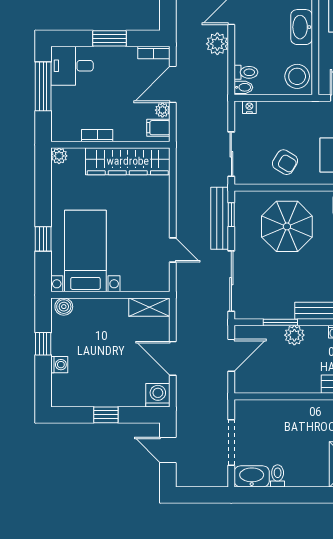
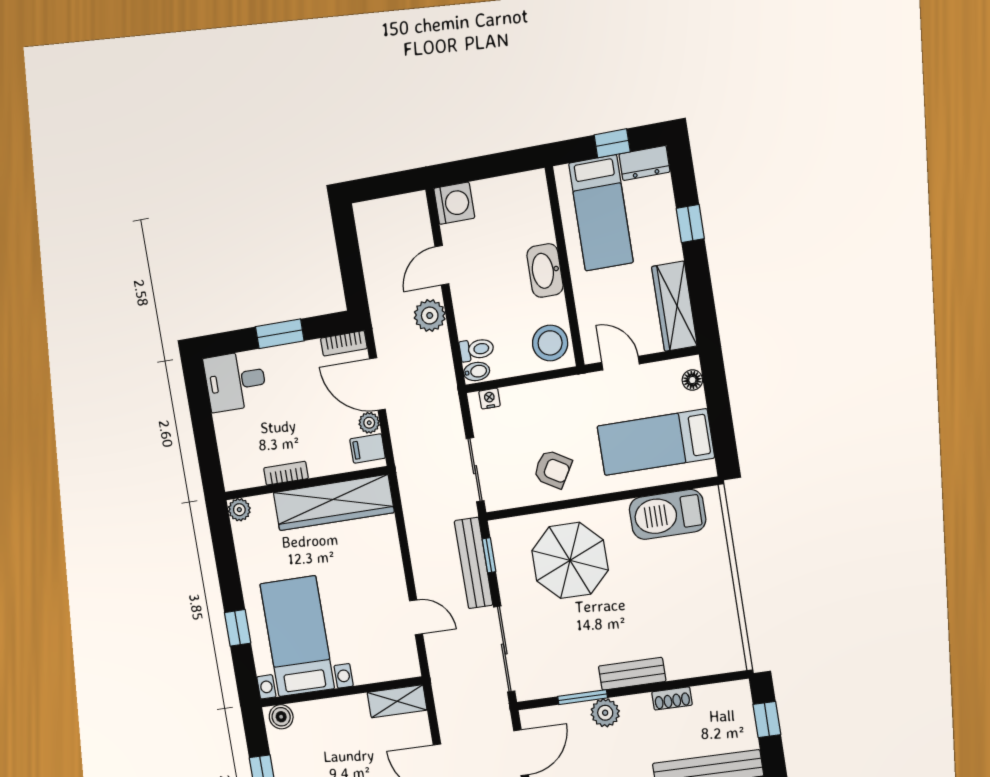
door: (173, 84) -> (377, 384), hinge flipped
window: (43, 86) -> (201, 417), removed

